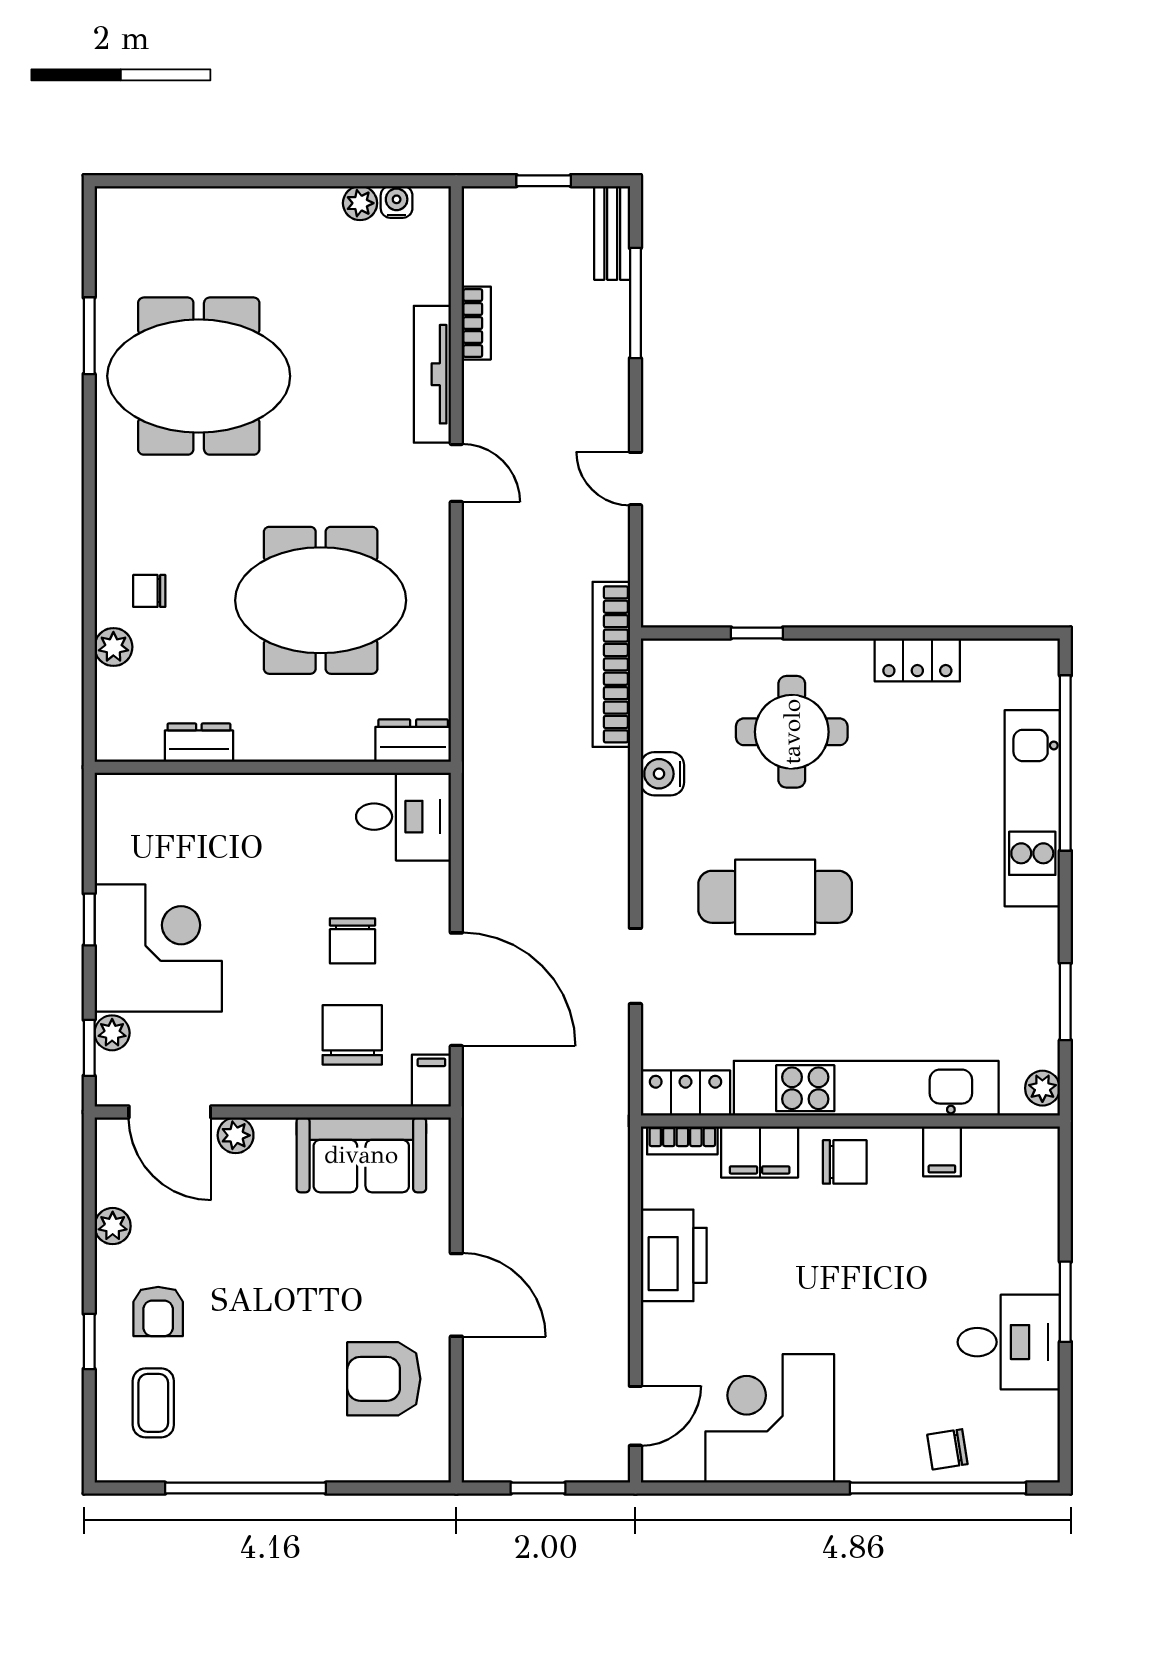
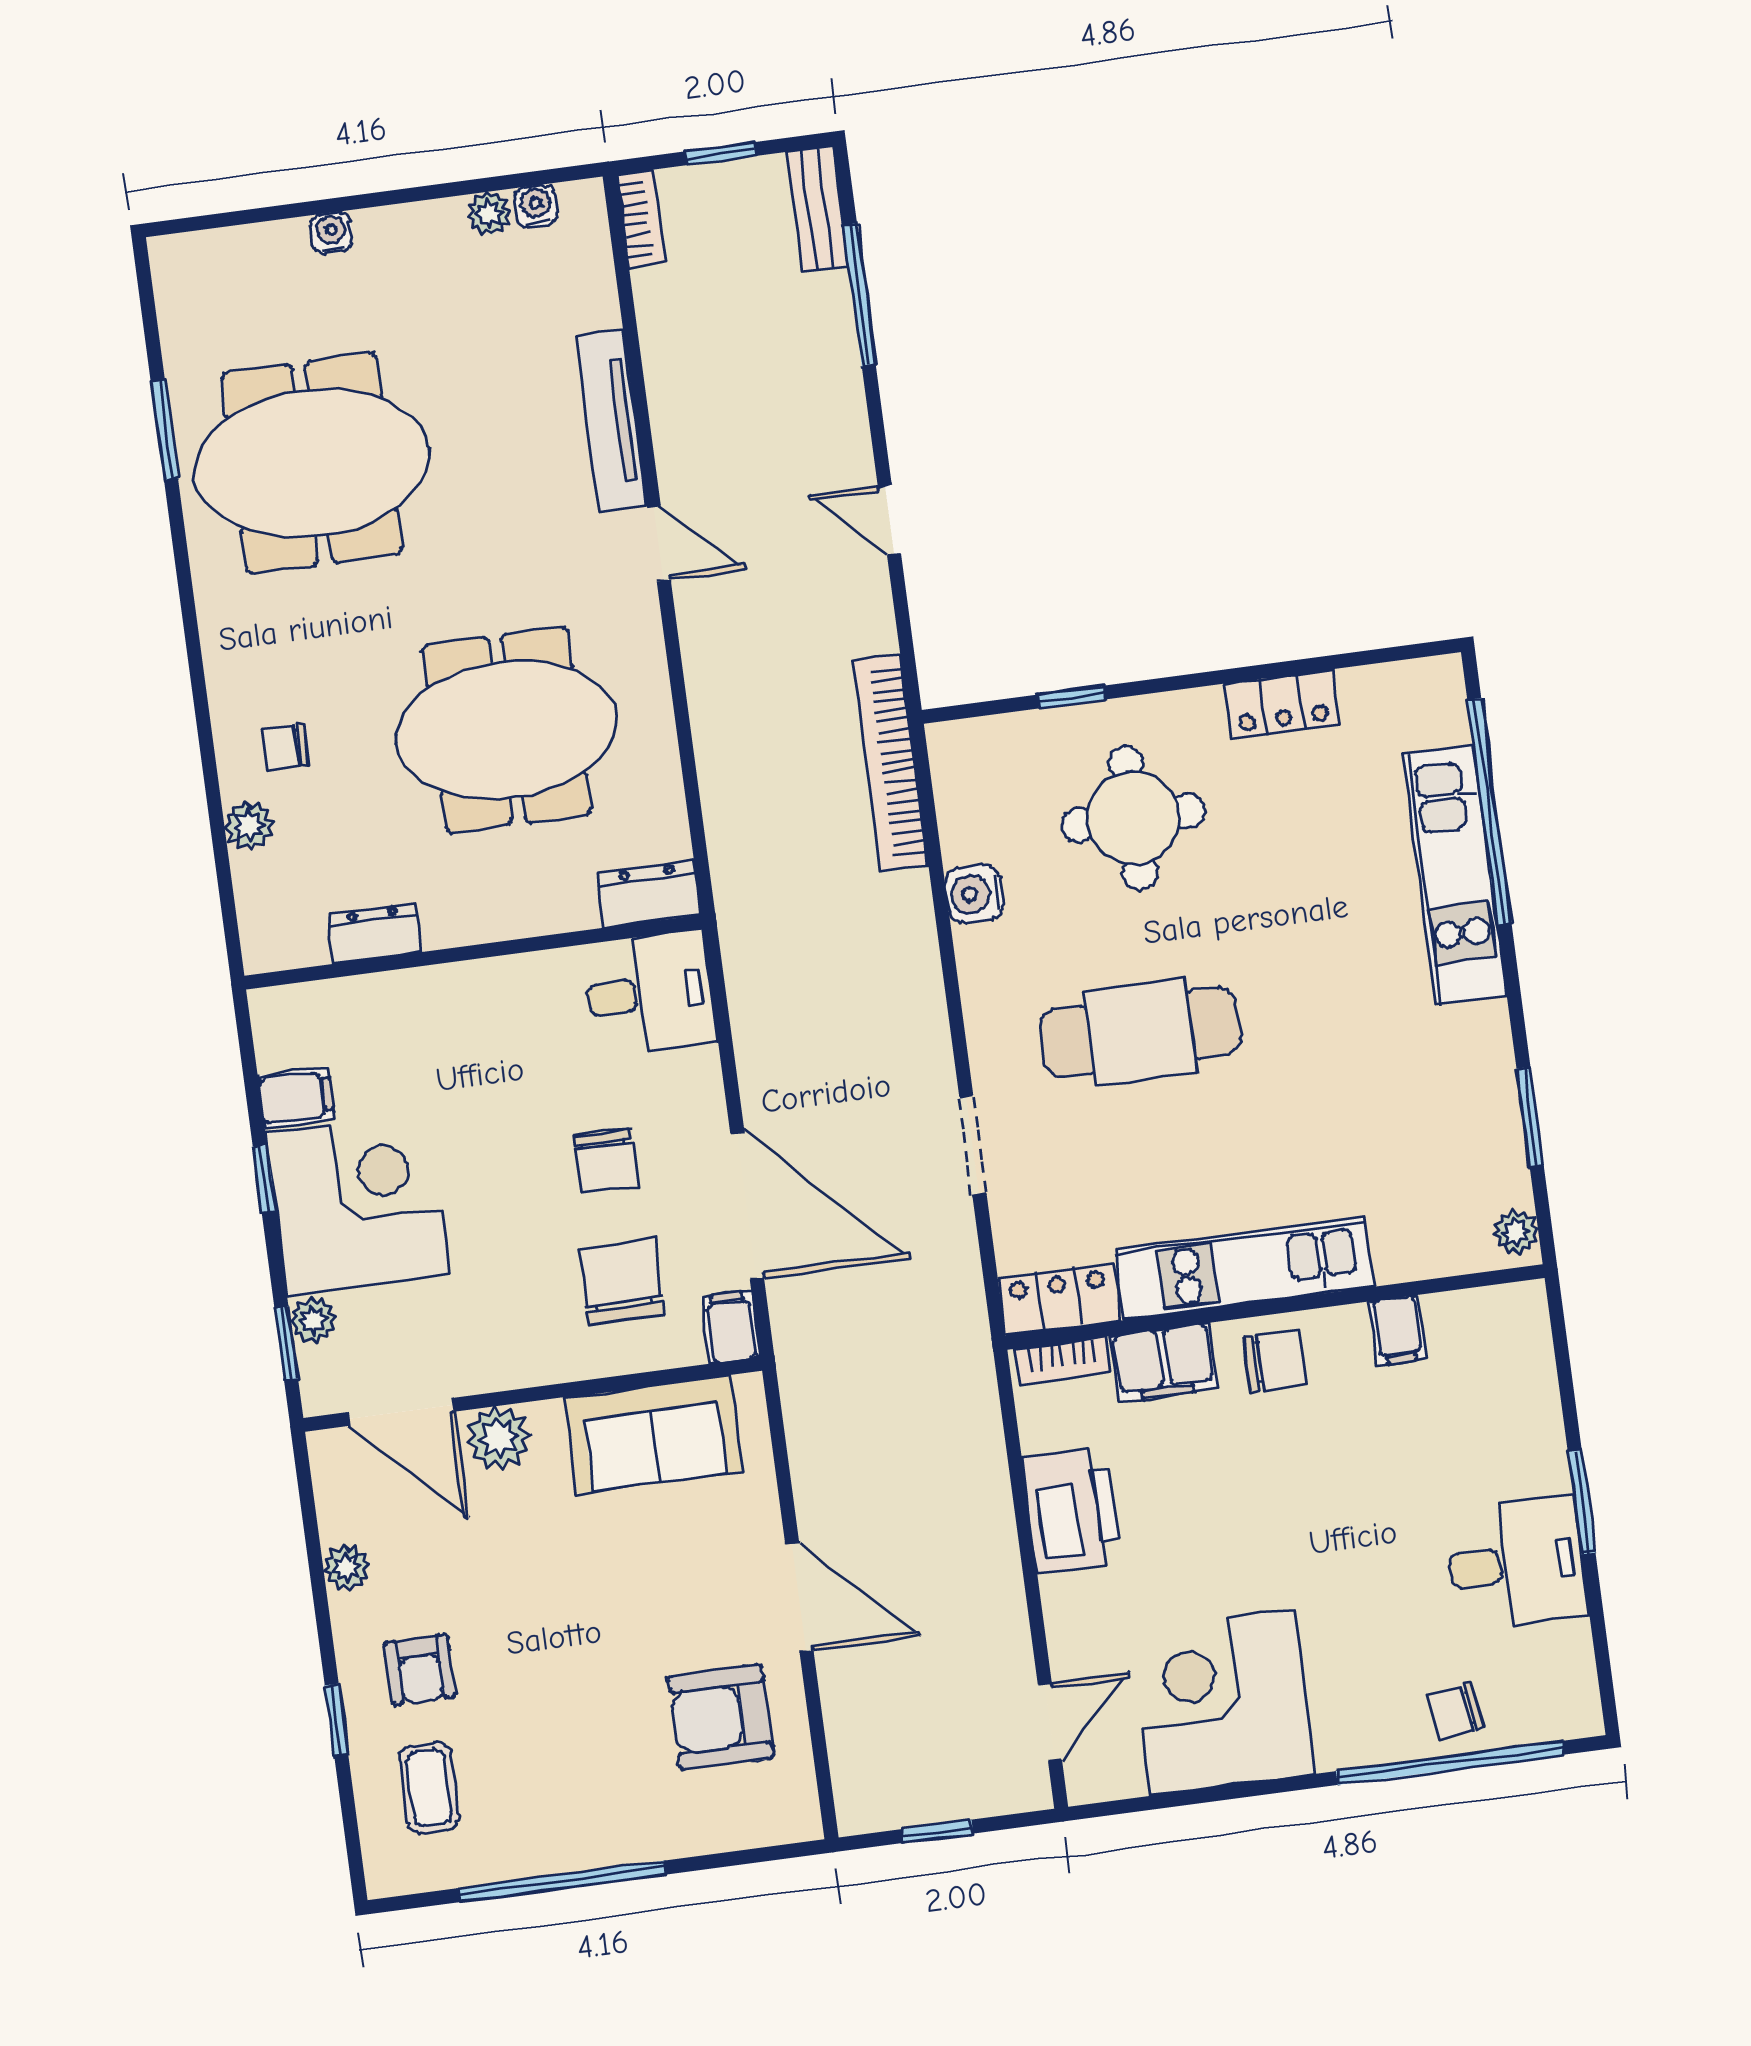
water cooler: (237, 202) -> (332, 233), added
bookcase: (476, 323) -> (641, 219), moved
filing cabinet: (122, 860) -> (296, 1097), added
kitchen unit: (866, 1088) -> (1244, 1268), width x0.73
plant: (236, 1135) -> (499, 1438), width x1.38, depth x1.38

